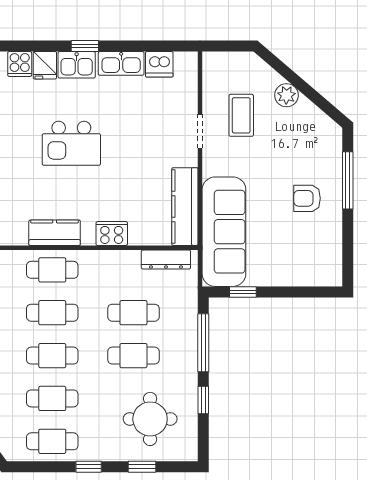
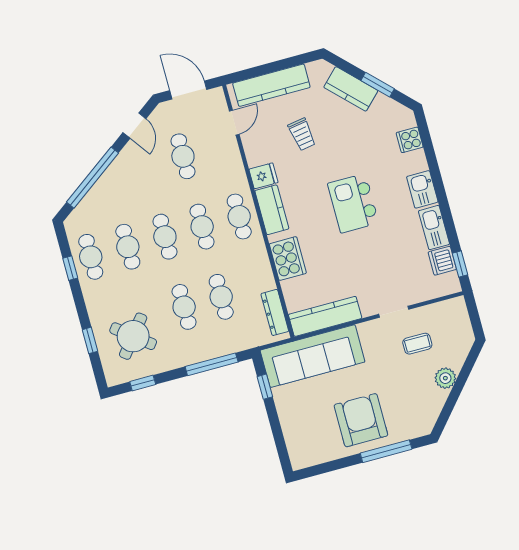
window: (85, 46) -> (460, 264), moved
fridge: (45, 65) -> (263, 176), moved, turned 180
coffee table: (241, 115) -> (417, 344), width x0.73, depth x0.77
armchair: (307, 198) -> (361, 420), width x1.88, depth x1.88
cooker: (112, 234) -> (288, 259), width x1.37, depth x1.31
window: (203, 400) -> (143, 383), moved
round table: (150, 419) -> (133, 336), turned 38
window: (89, 467) -> (70, 268), moved

